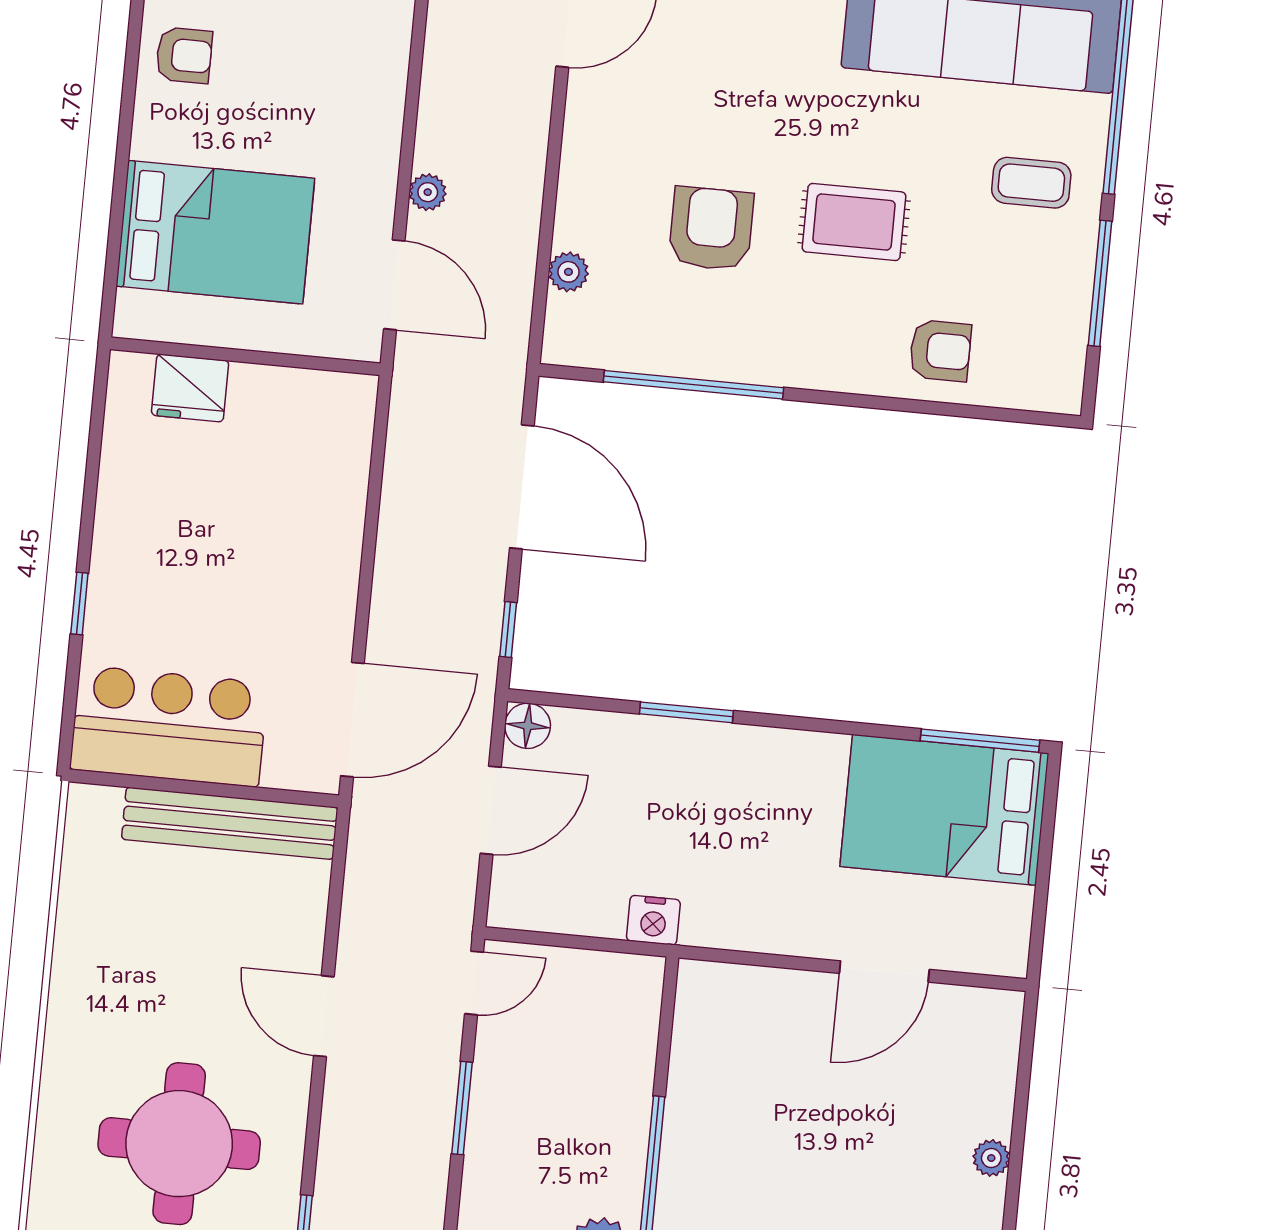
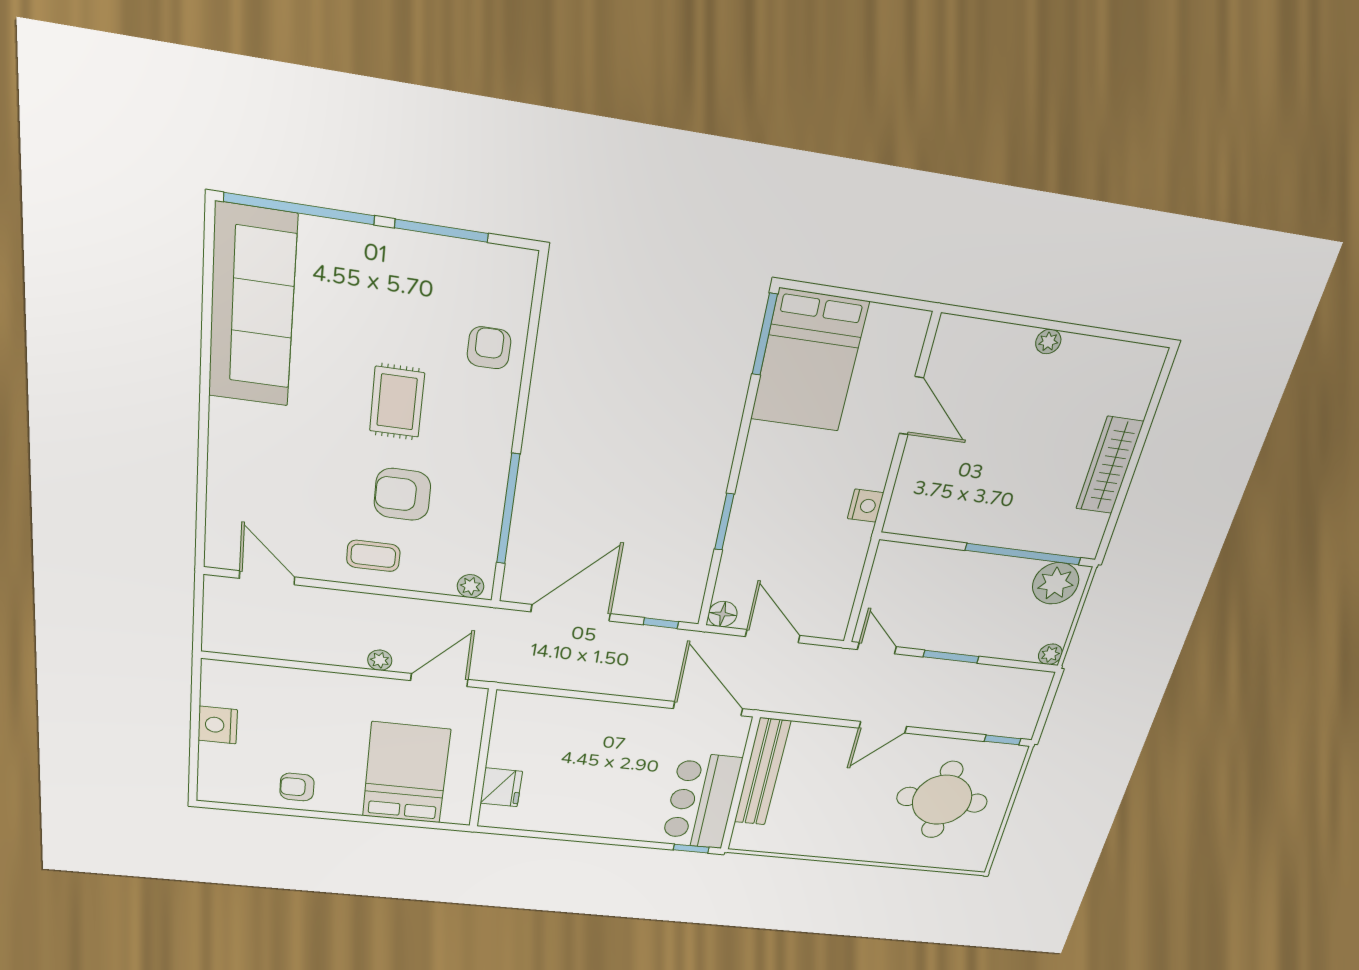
armchair: (184, 55) -> (297, 787), turned -90
coffee table: (1031, 183) -> (373, 556), moved, turned 90
plant: (568, 272) -> (470, 586), moved
window: (79, 604) -> (691, 849), moved
nightstand: (653, 920) -> (866, 506), moved

